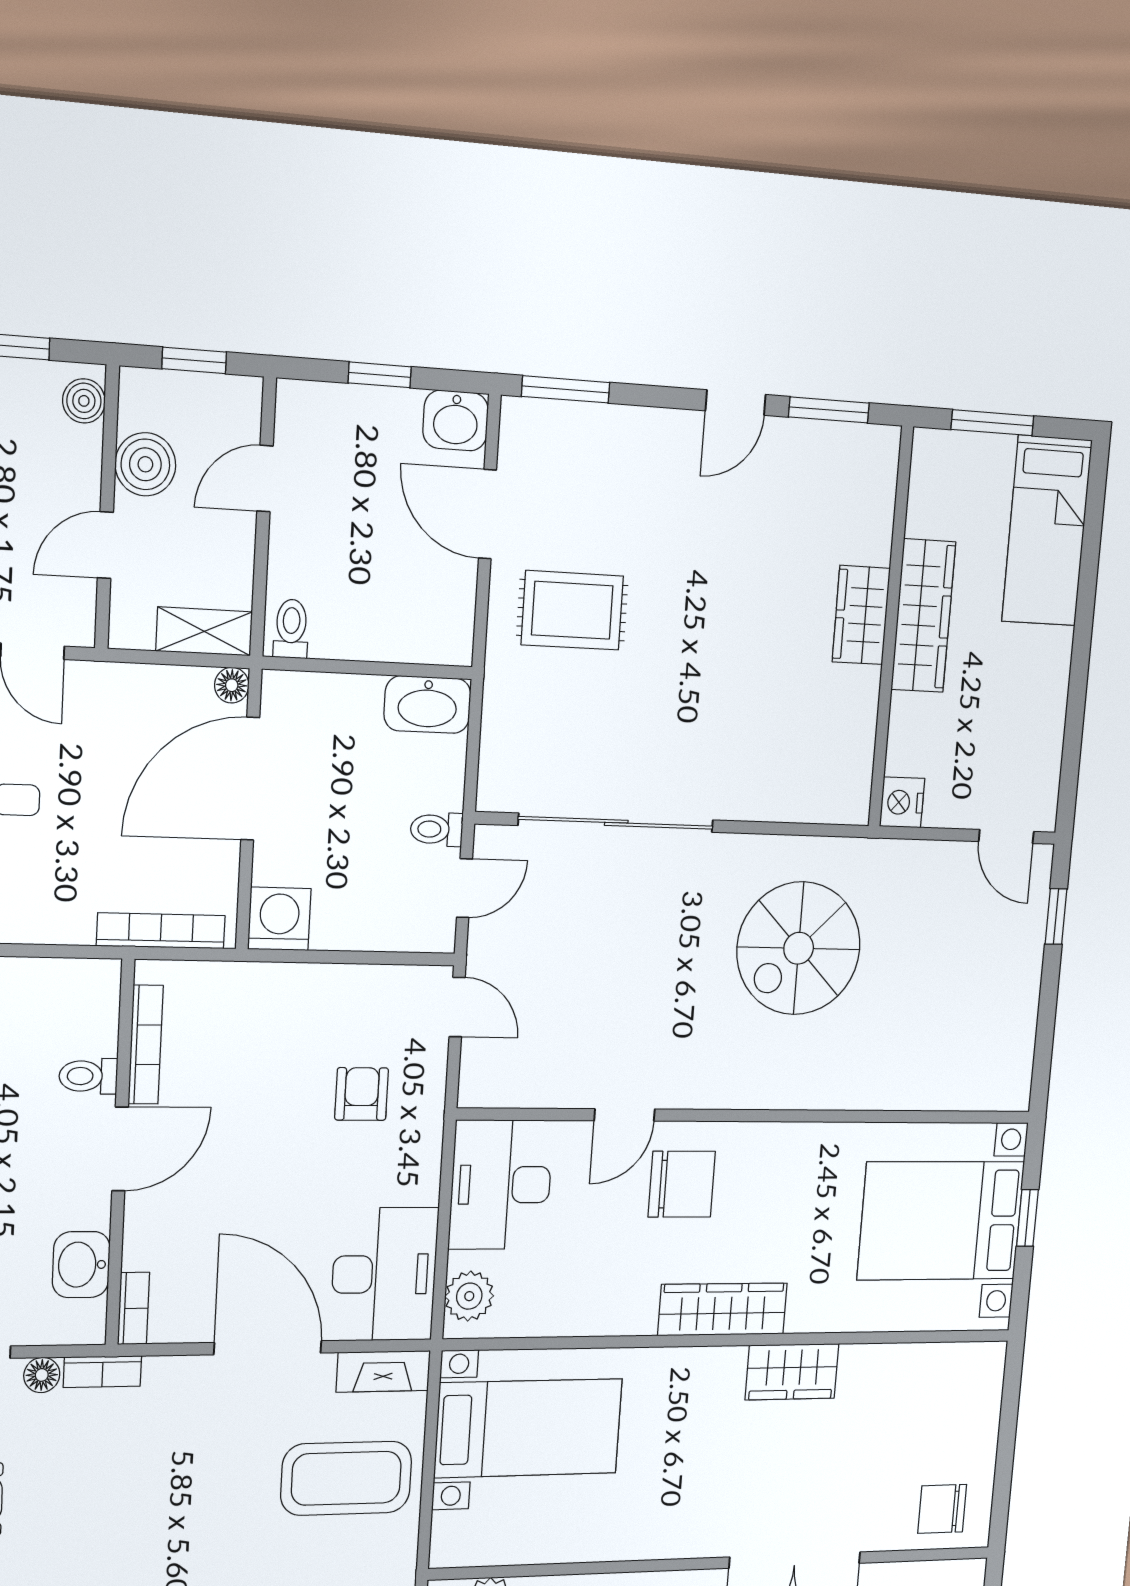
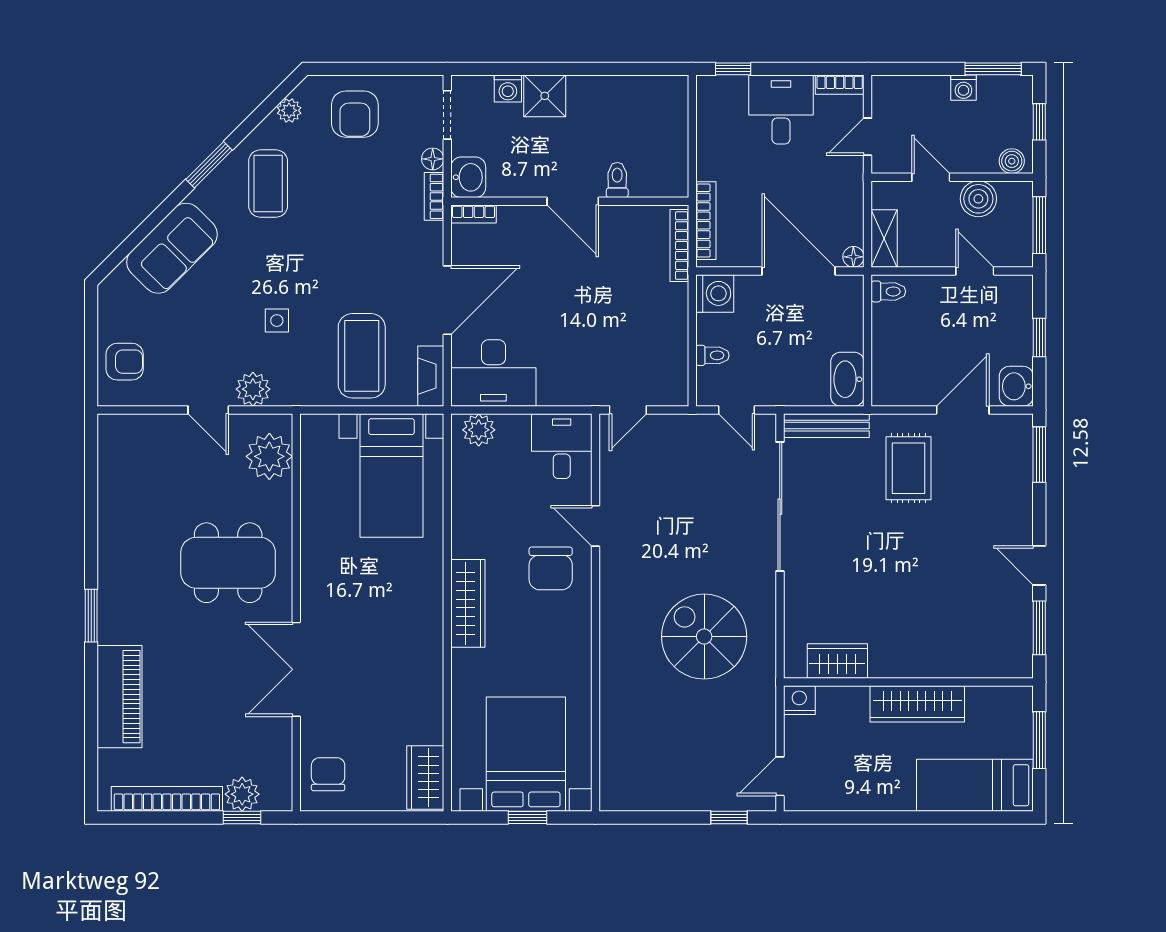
window: (194, 360) -> (1039, 225), width x1.50
wardrobe: (861, 615) -> (837, 661), moved
bench: (498, 743) -> (826, 426), added
toilet: (437, 829) -> (712, 355), moved, turned 90
door: (457, 1007) -> (628, 410), moved
bookcase: (146, 1045) -> (679, 246), moved, turned 90
armchair: (362, 1094) -> (608, 352), removed
desk: (501, 1185) -> (562, 446), width x0.73
washbasin: (81, 1265) -> (468, 177), moved, turned 90
wardrobe: (792, 1372) -> (425, 777), moved

